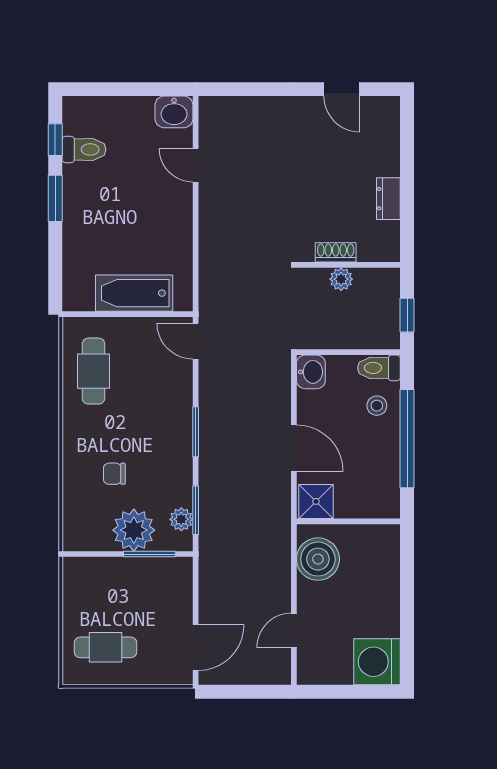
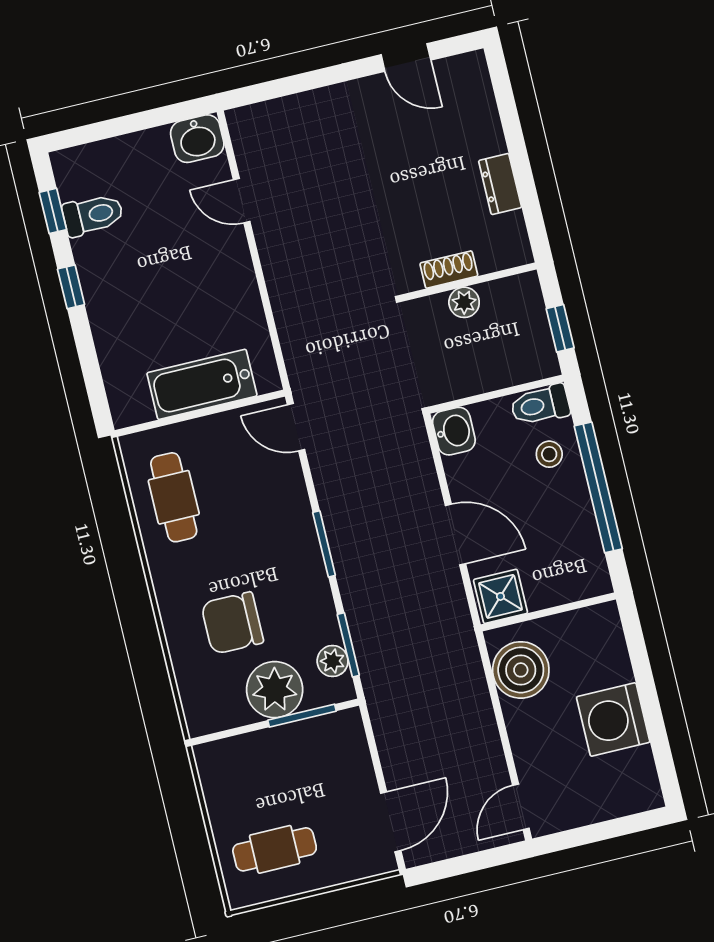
window: (55, 198) -> (71, 287), width x0.67
chair: (114, 474) -> (232, 623), width x1.87, depth x1.87
door: (294, 630) -> (521, 807), moved
washing machine: (377, 662) -> (613, 719), moved

